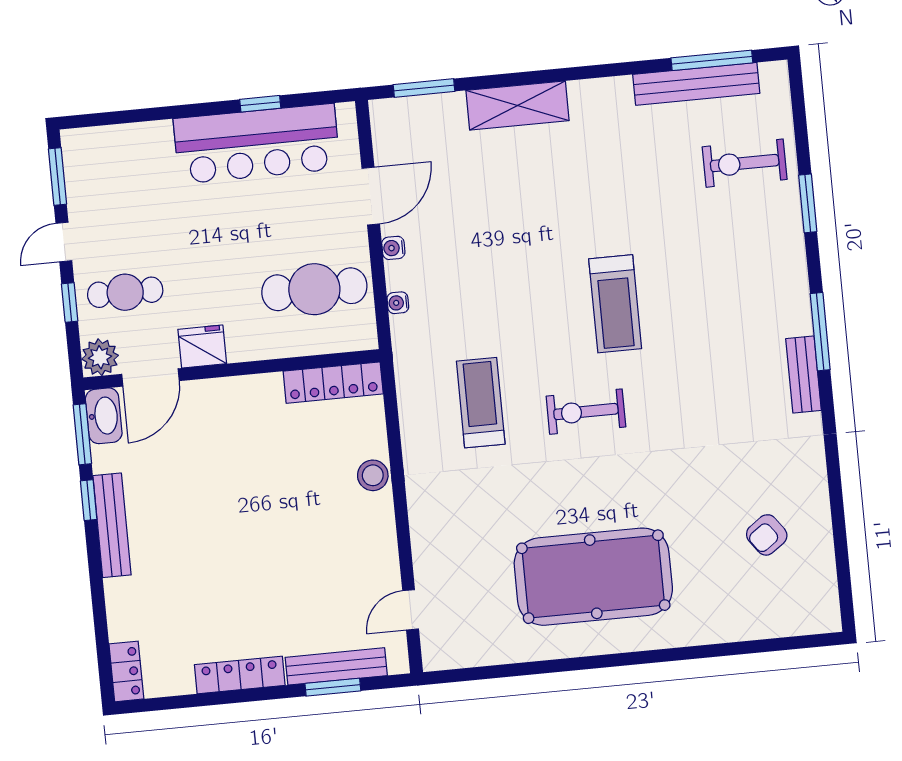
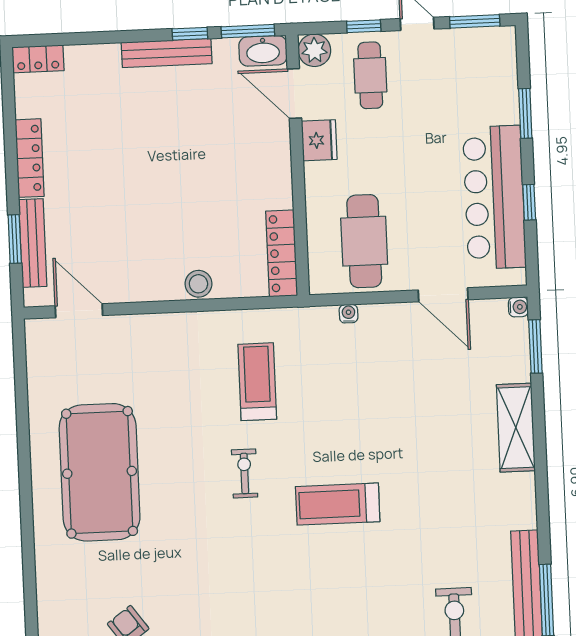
window: (159, 114) -> (525, 113), added
water cooler: (393, 248) -> (518, 307), moved, turned 90
treadmill: (481, 403) -> (257, 382), turned -90
exercise bike: (586, 412) -> (245, 473), width x0.73, depth x0.72
door: (411, 610) -> (79, 311), width x1.38

